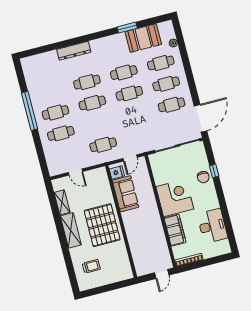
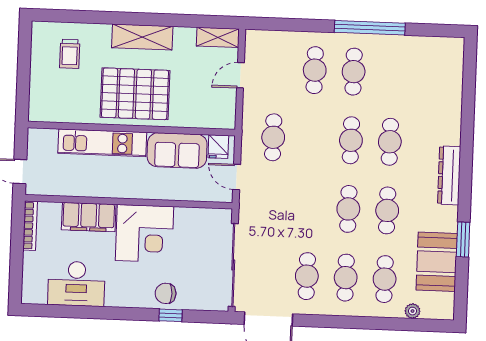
dresser: (74, 51) -> (449, 175), moved
shelving: (62, 202) -> (218, 37), moved
kitchen unit: (133, 235) -> (102, 143), added

